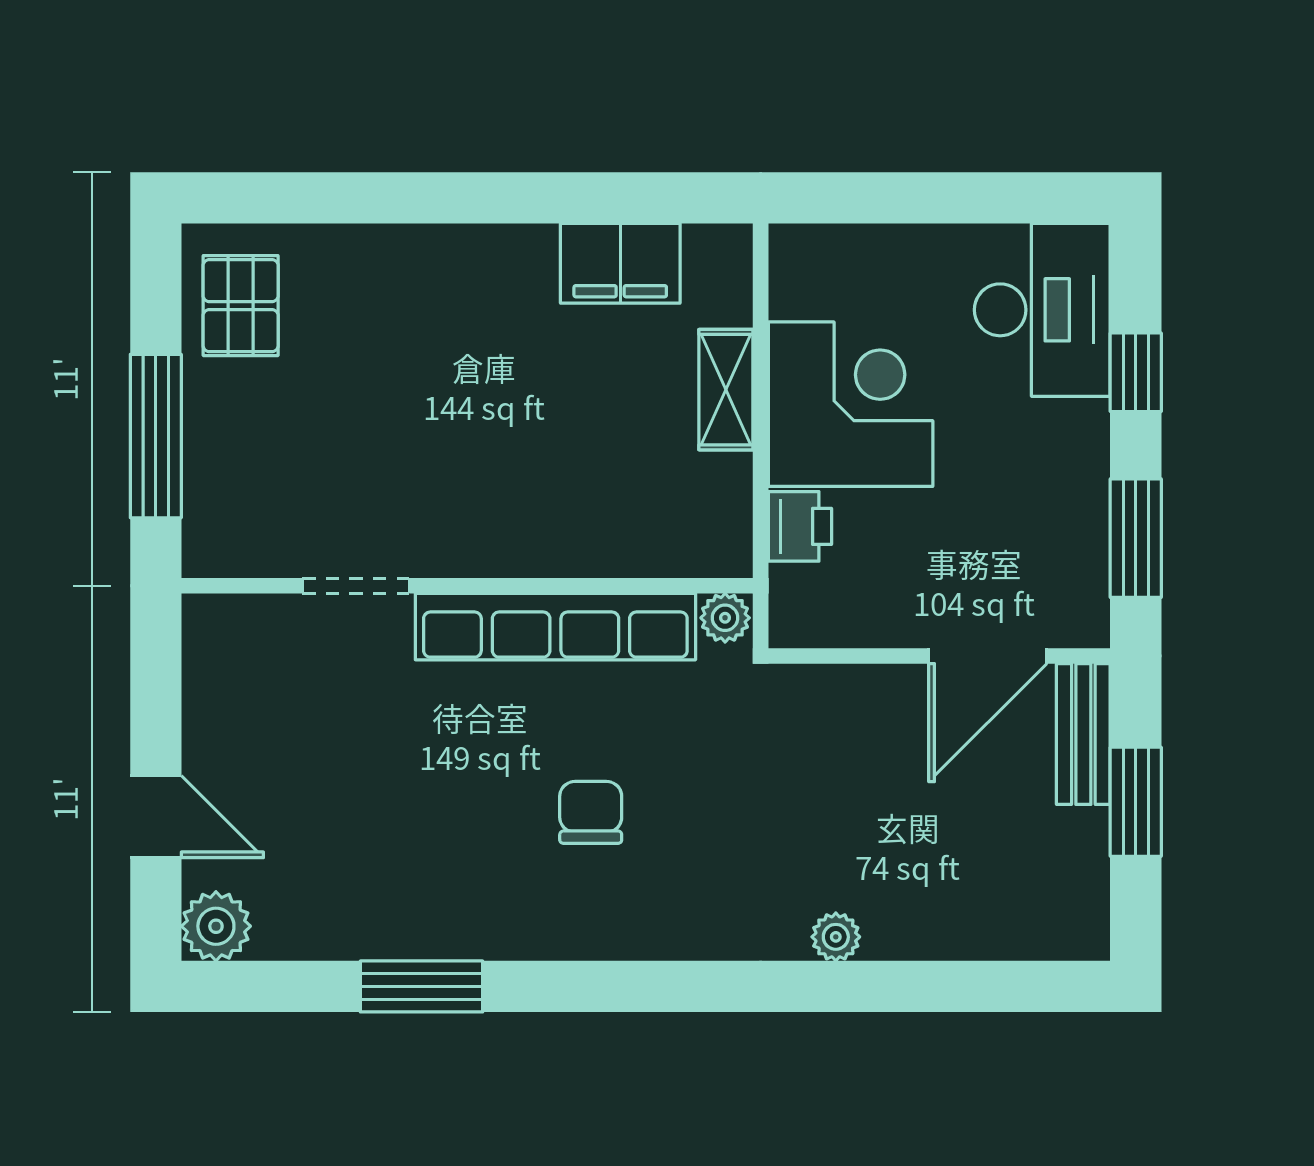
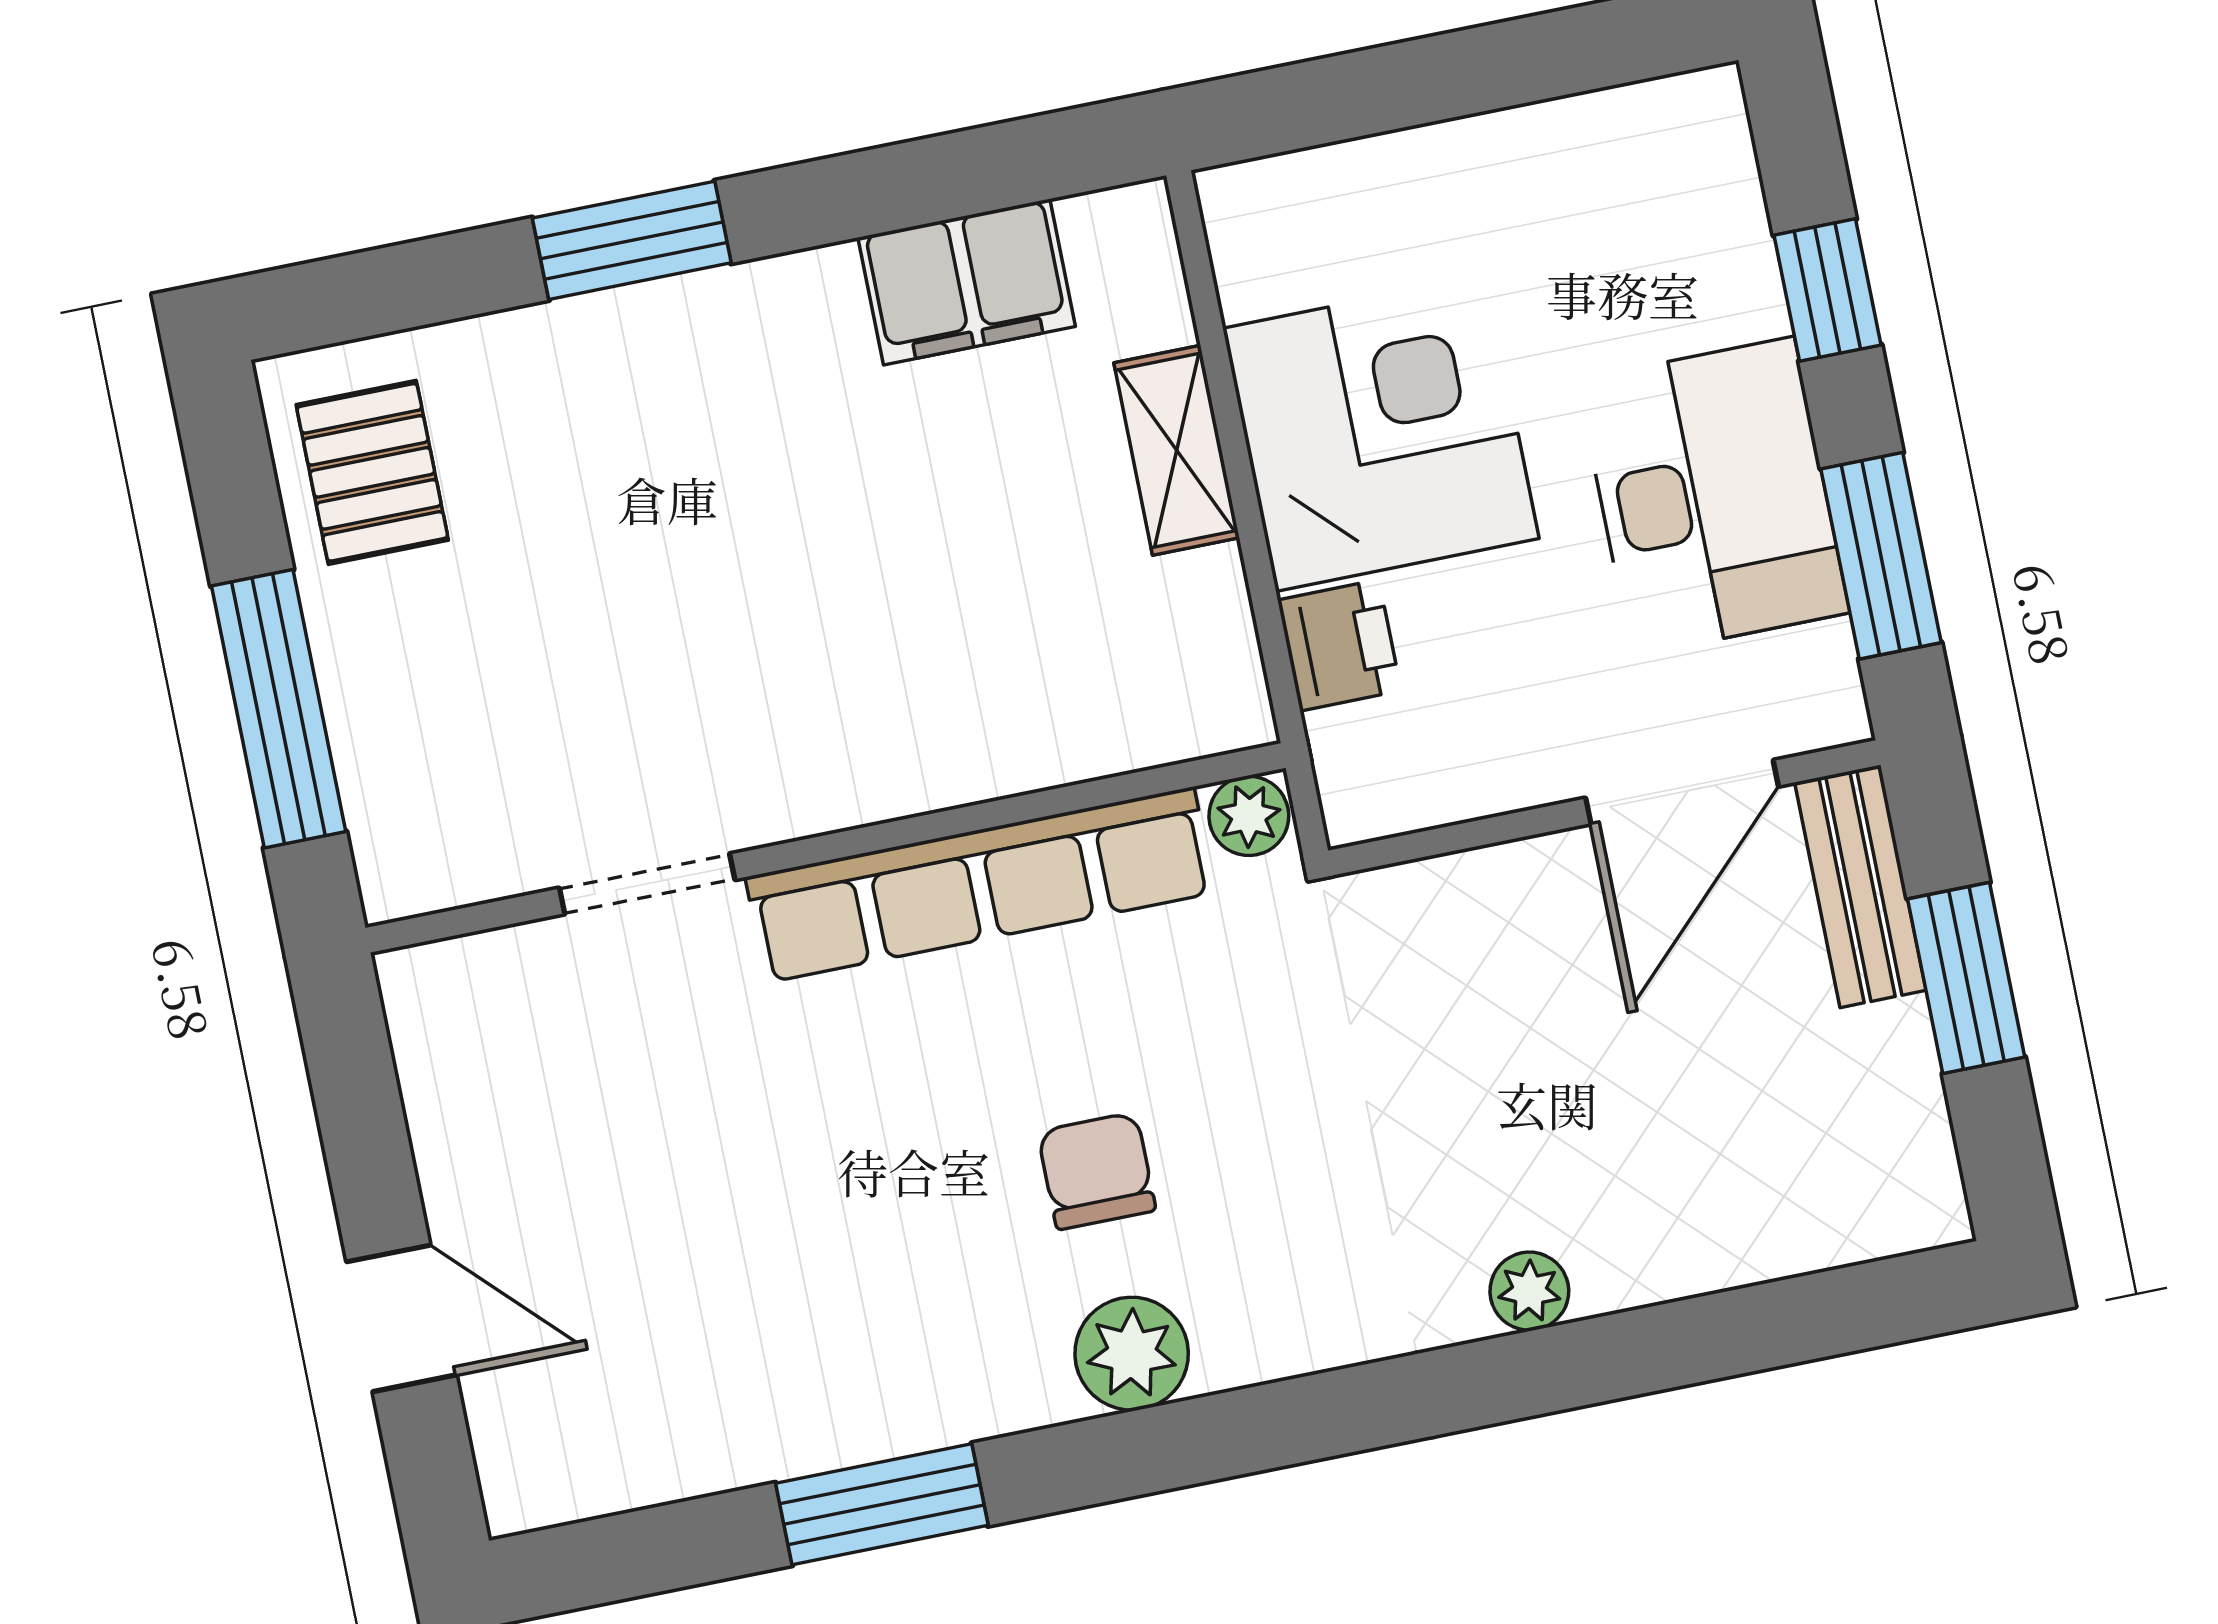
window: (424, 198) -> (632, 240), added
desk: (1042, 310) -> (1713, 496), moved
plant: (216, 926) -> (1132, 1354), moved

